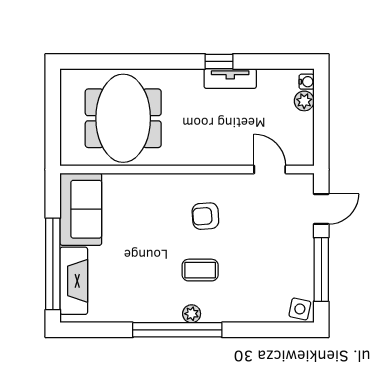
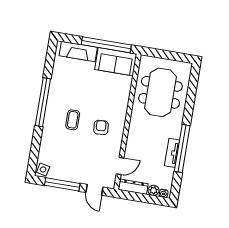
window: (219, 61) -> (182, 148), width x3.17
meeting table: (123, 118) -> (160, 92), turned 90
dresser: (304, 139) -> (133, 187), added
window: (53, 264) -> (106, 45), moved
plant: (192, 314) -> (50, 111), removed

